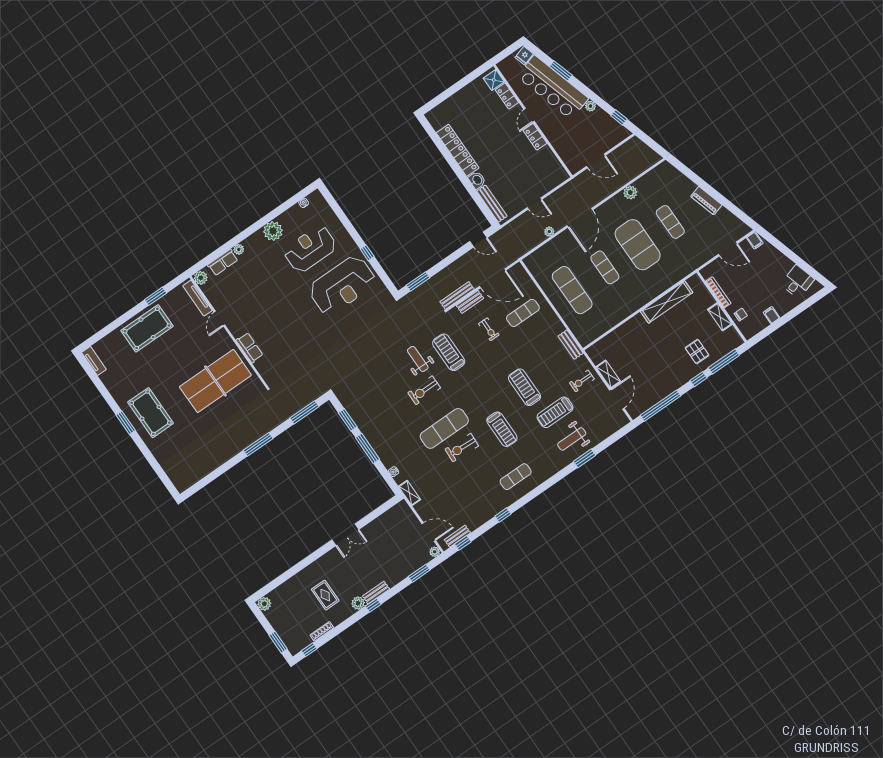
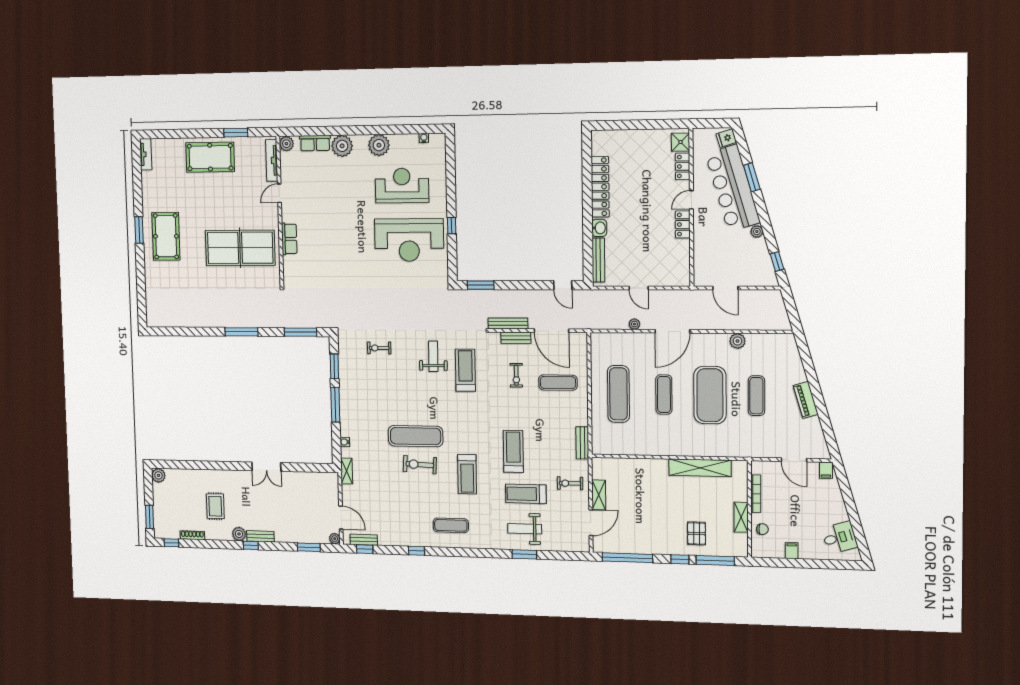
plant: (239, 249) -> (342, 146), width x1.87, depth x1.87
exercise bike: (424, 390) -> (379, 348), moved, width x0.73, depth x0.72

